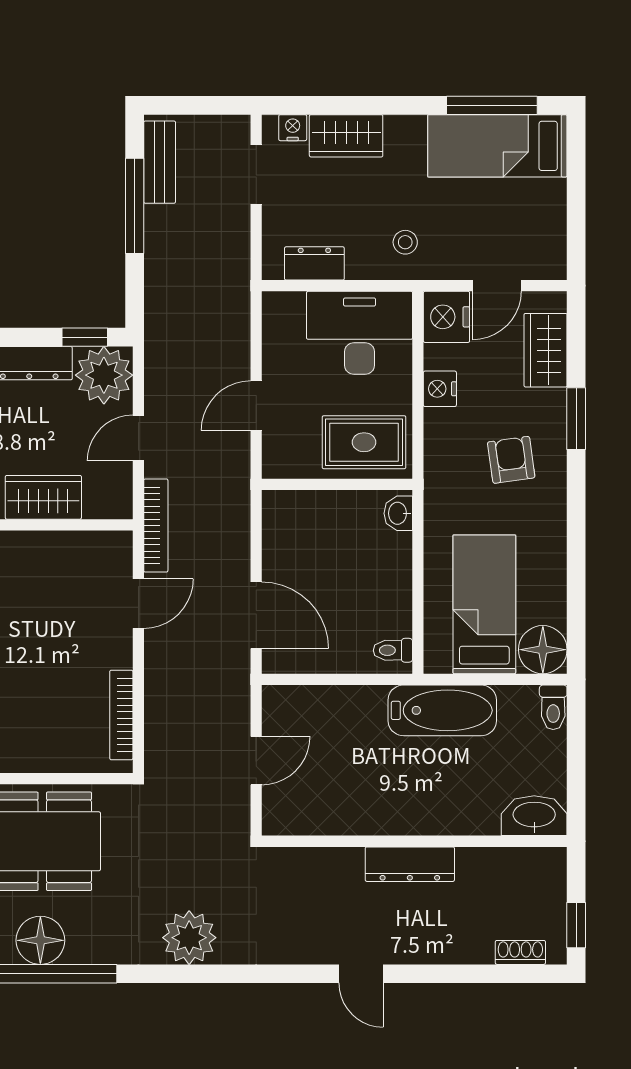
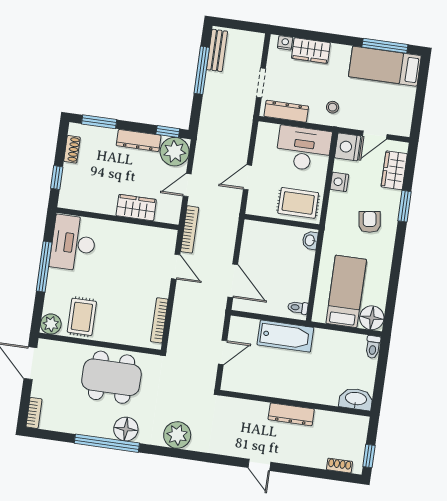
doorway: (256, 174) -> (261, 83), moved
dresser: (314, 263) -> (286, 111), width x1.44
door: (138, 604) -> (176, 267), hinge flipped
bathtub: (442, 710) -> (285, 336), moved
floor lamp: (40, 940) -> (126, 429), moved

